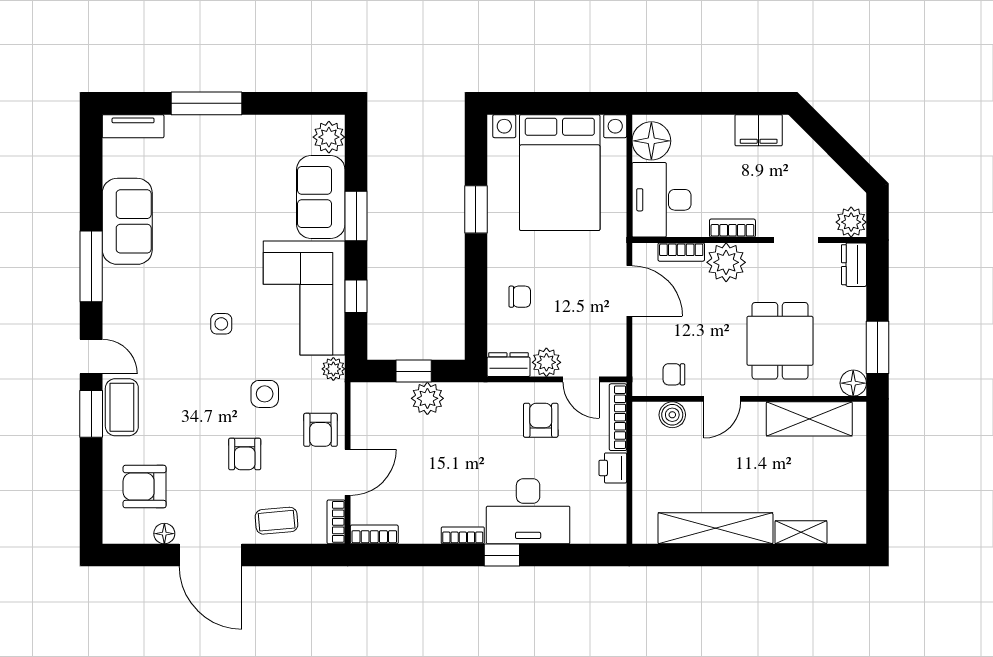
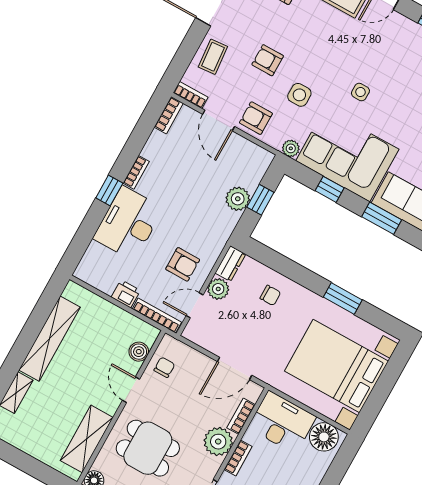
chair: (520, 297) -> (270, 295), turned -90

